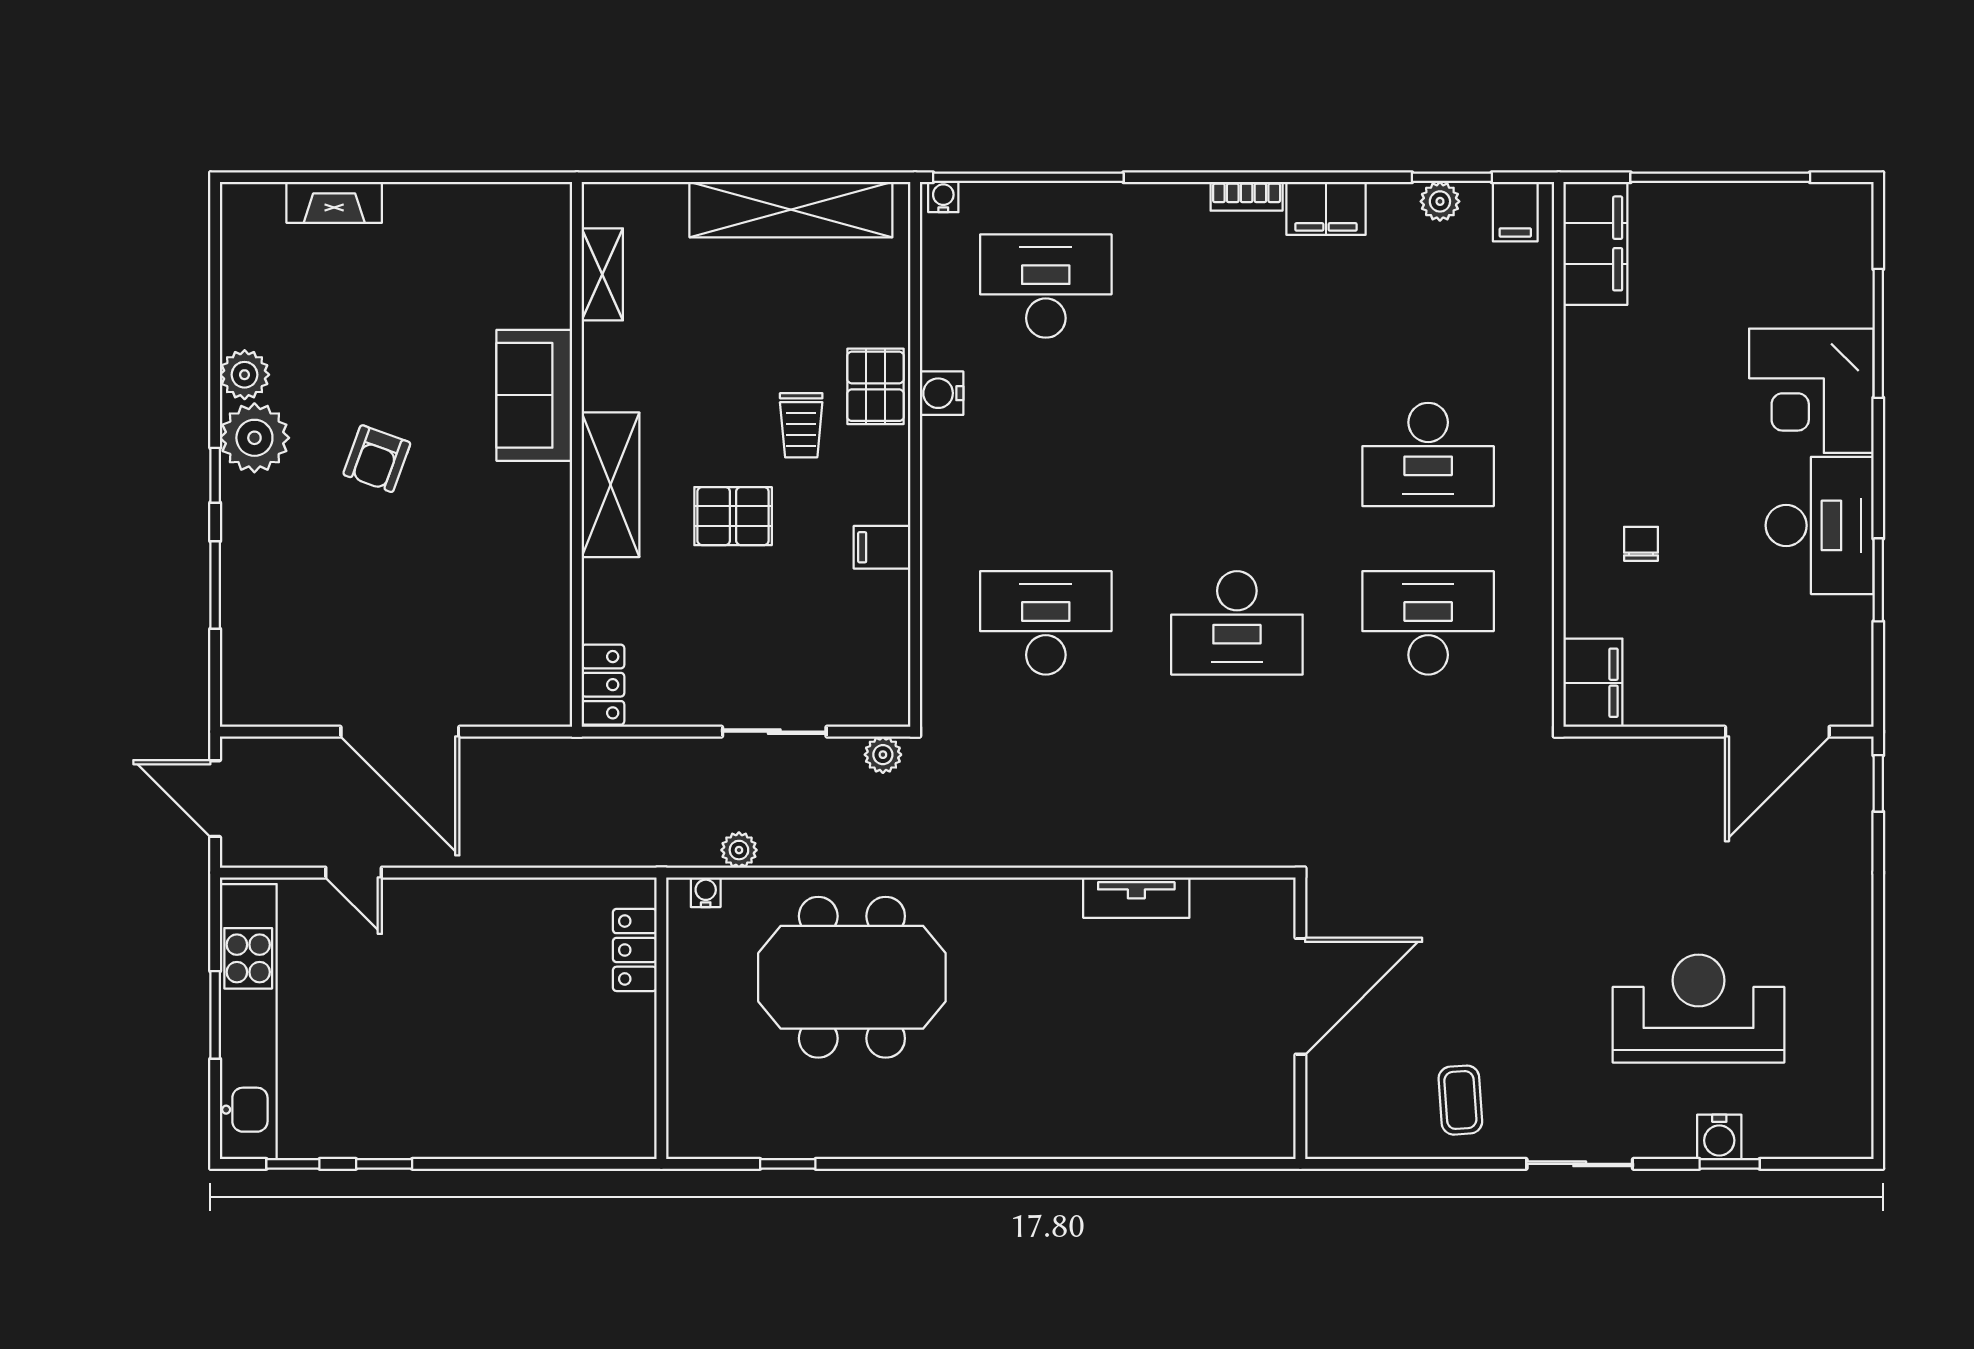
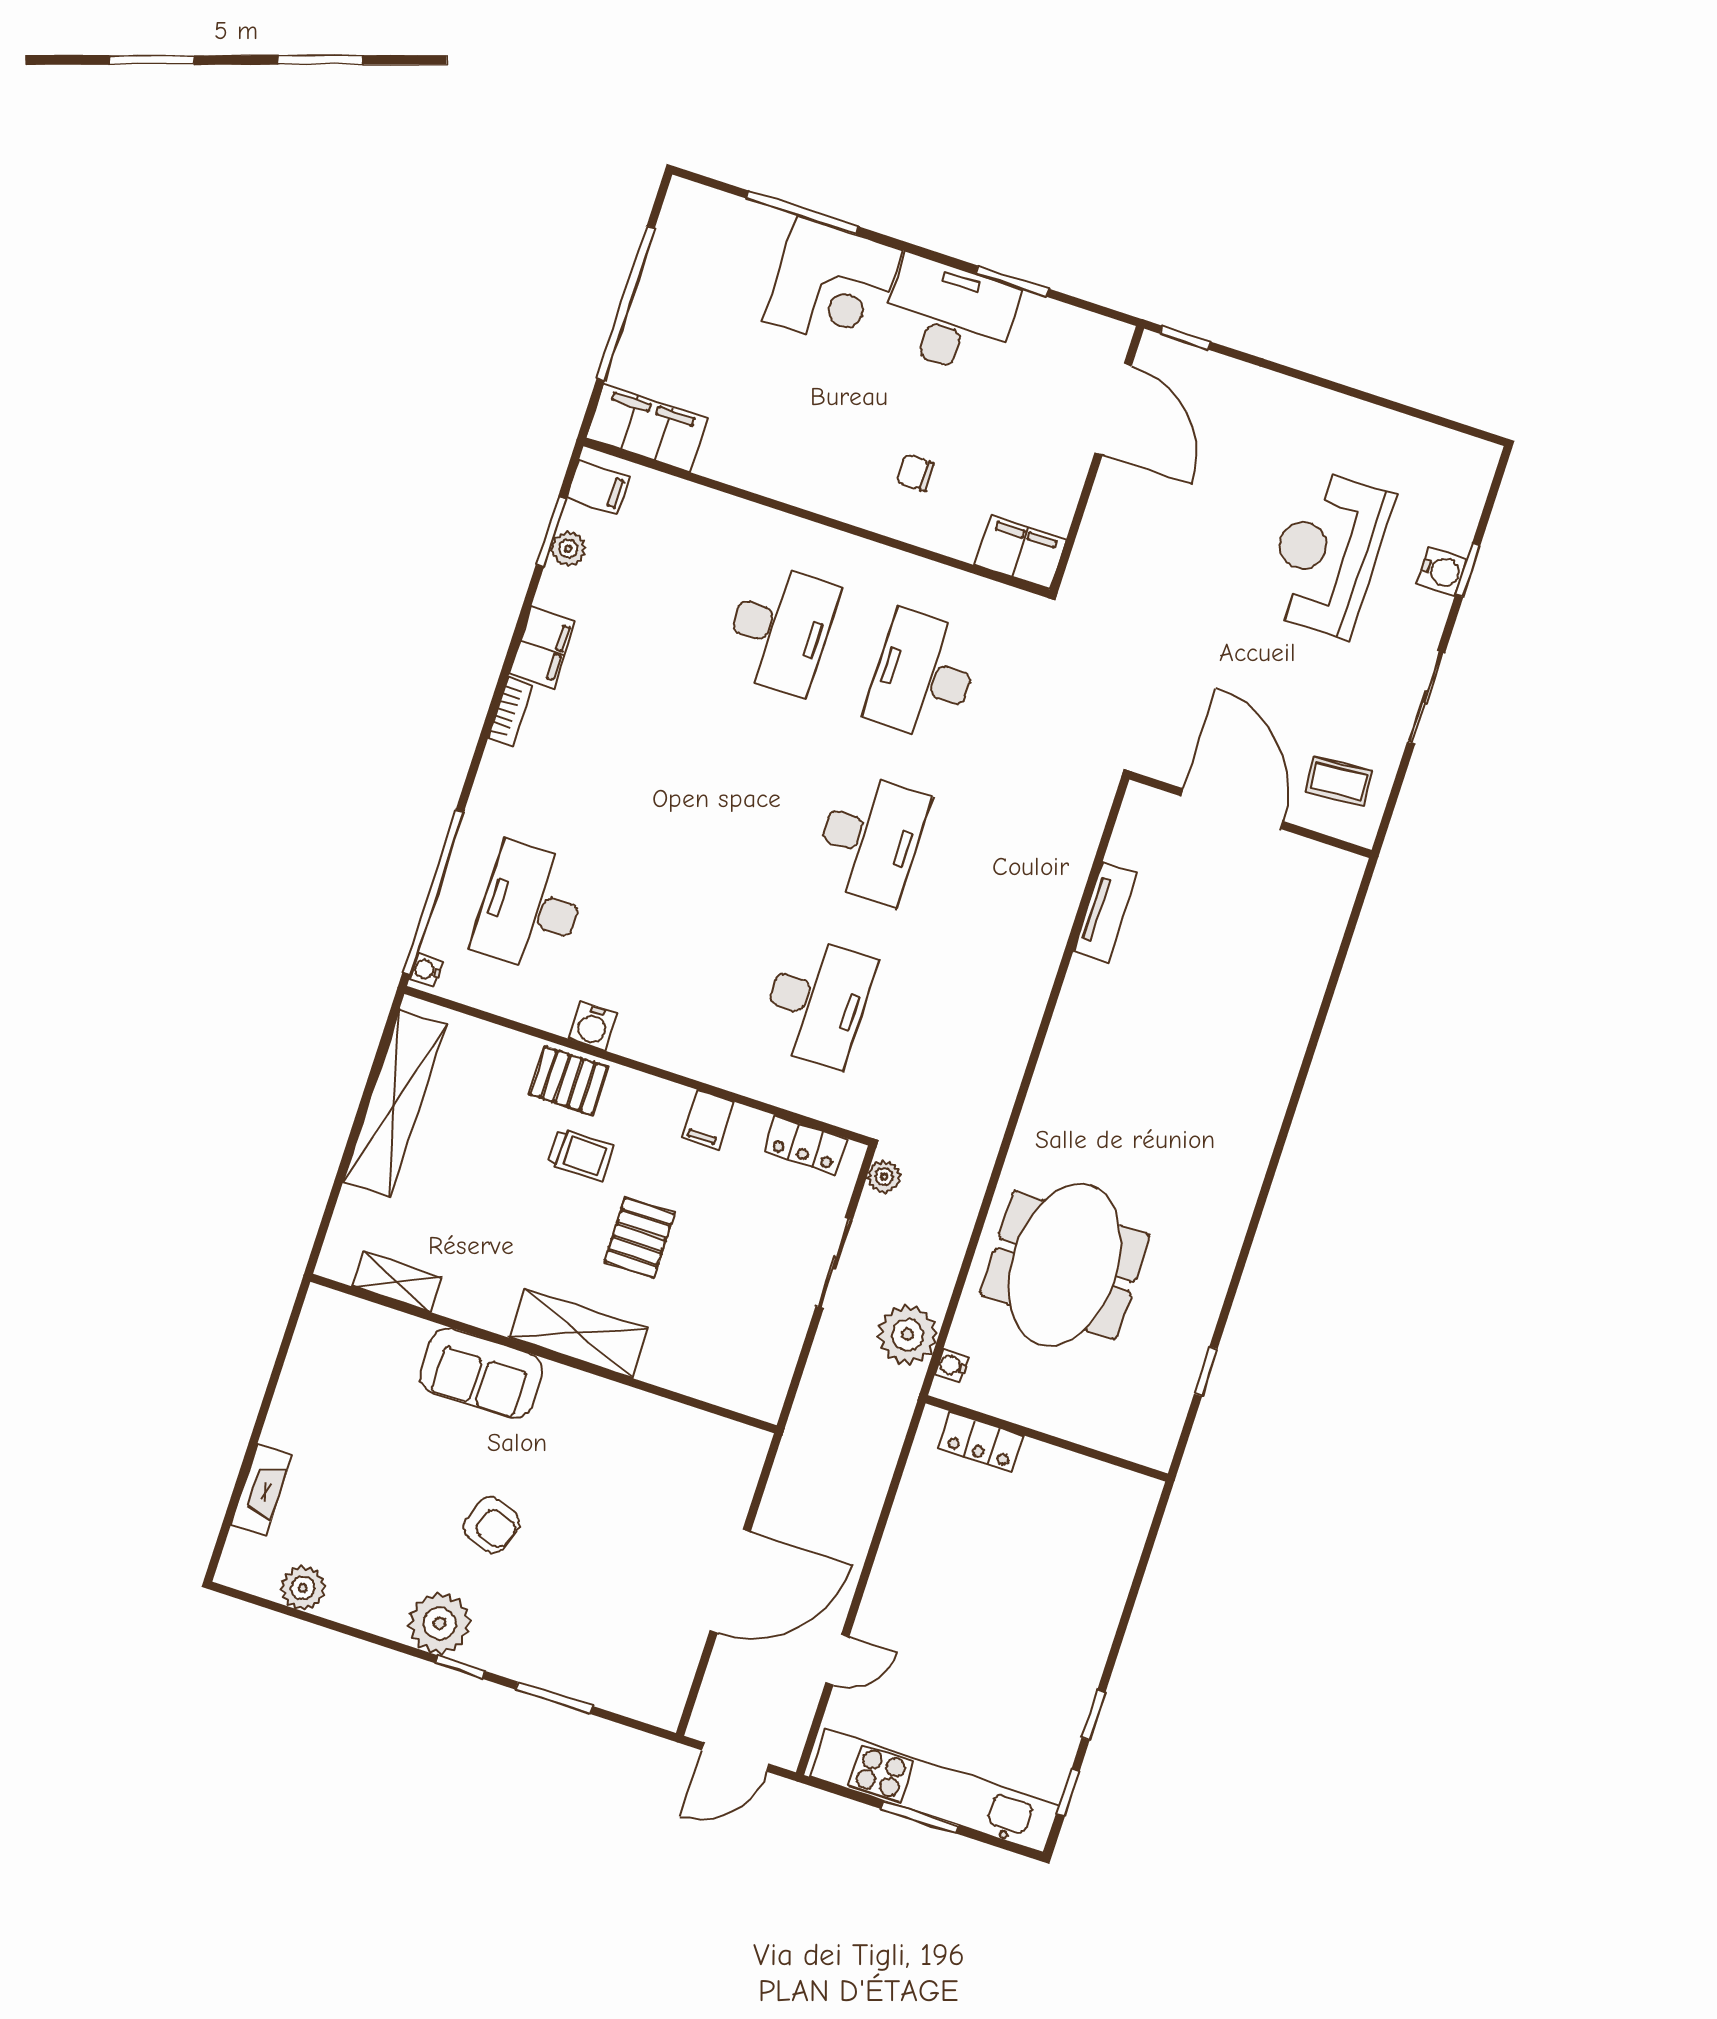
plant: (245, 375) -> (303, 1588), moved
desk: (1046, 623) -> (817, 1001), turned 180
locker: (603, 685) -> (806, 1145), moved, turned 180
plant: (739, 850) -> (908, 1335), width x1.88, depth x1.88
tv unit: (1136, 898) -> (1105, 912), moved
door: (1300, 996) -> (1232, 809), moved
wall: (1300, 1018) -> (1251, 815), moved

